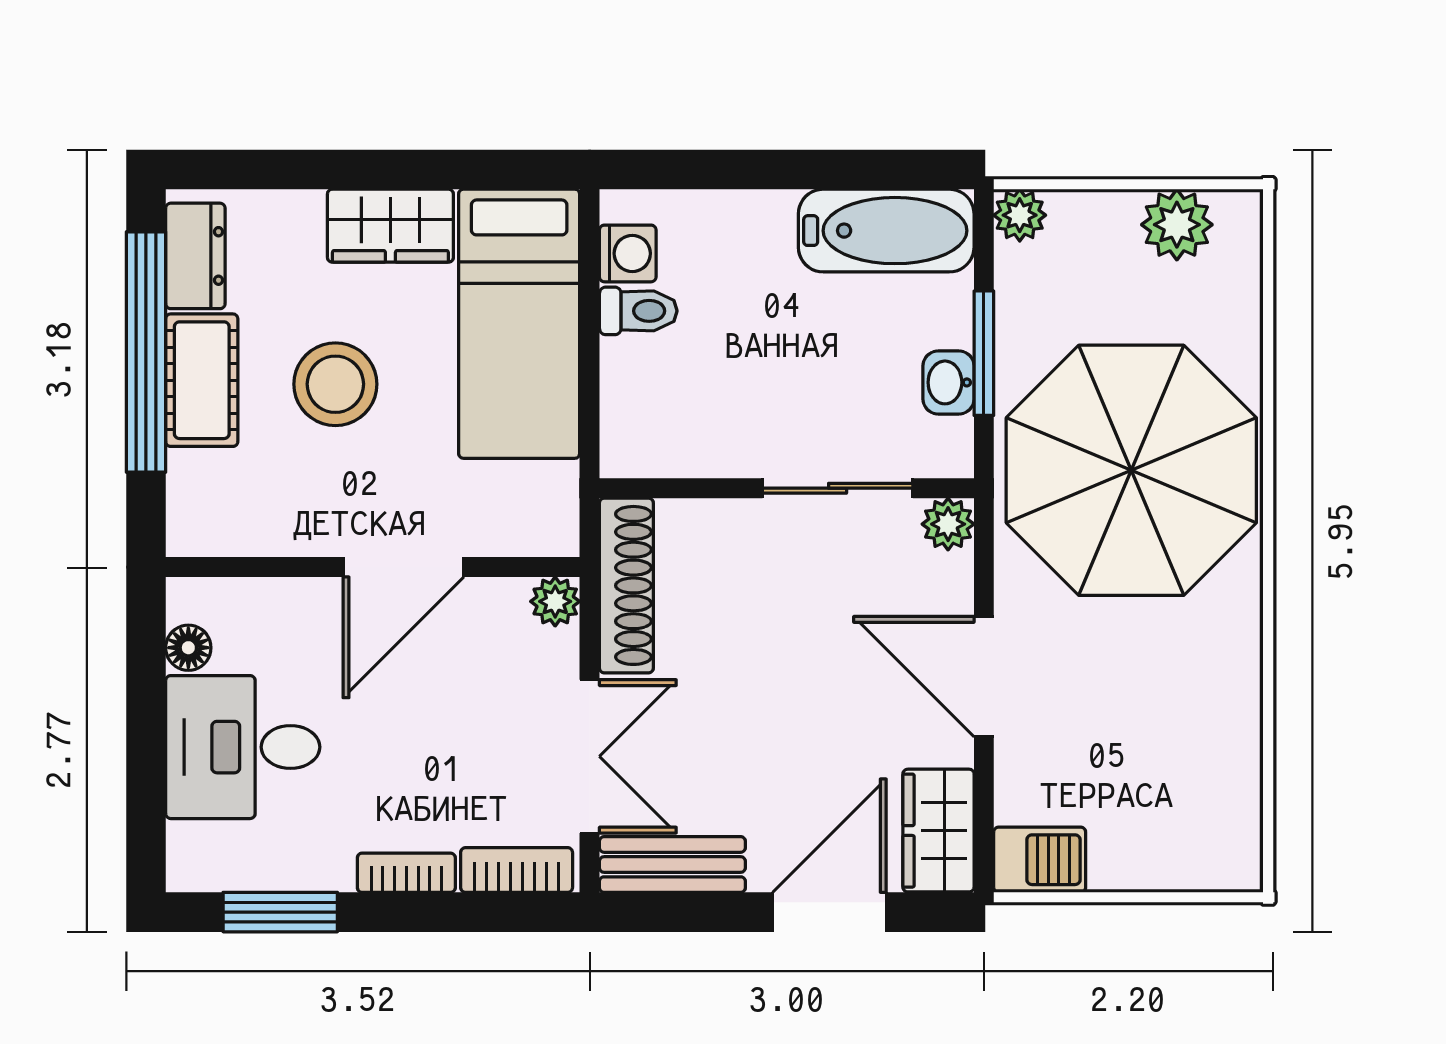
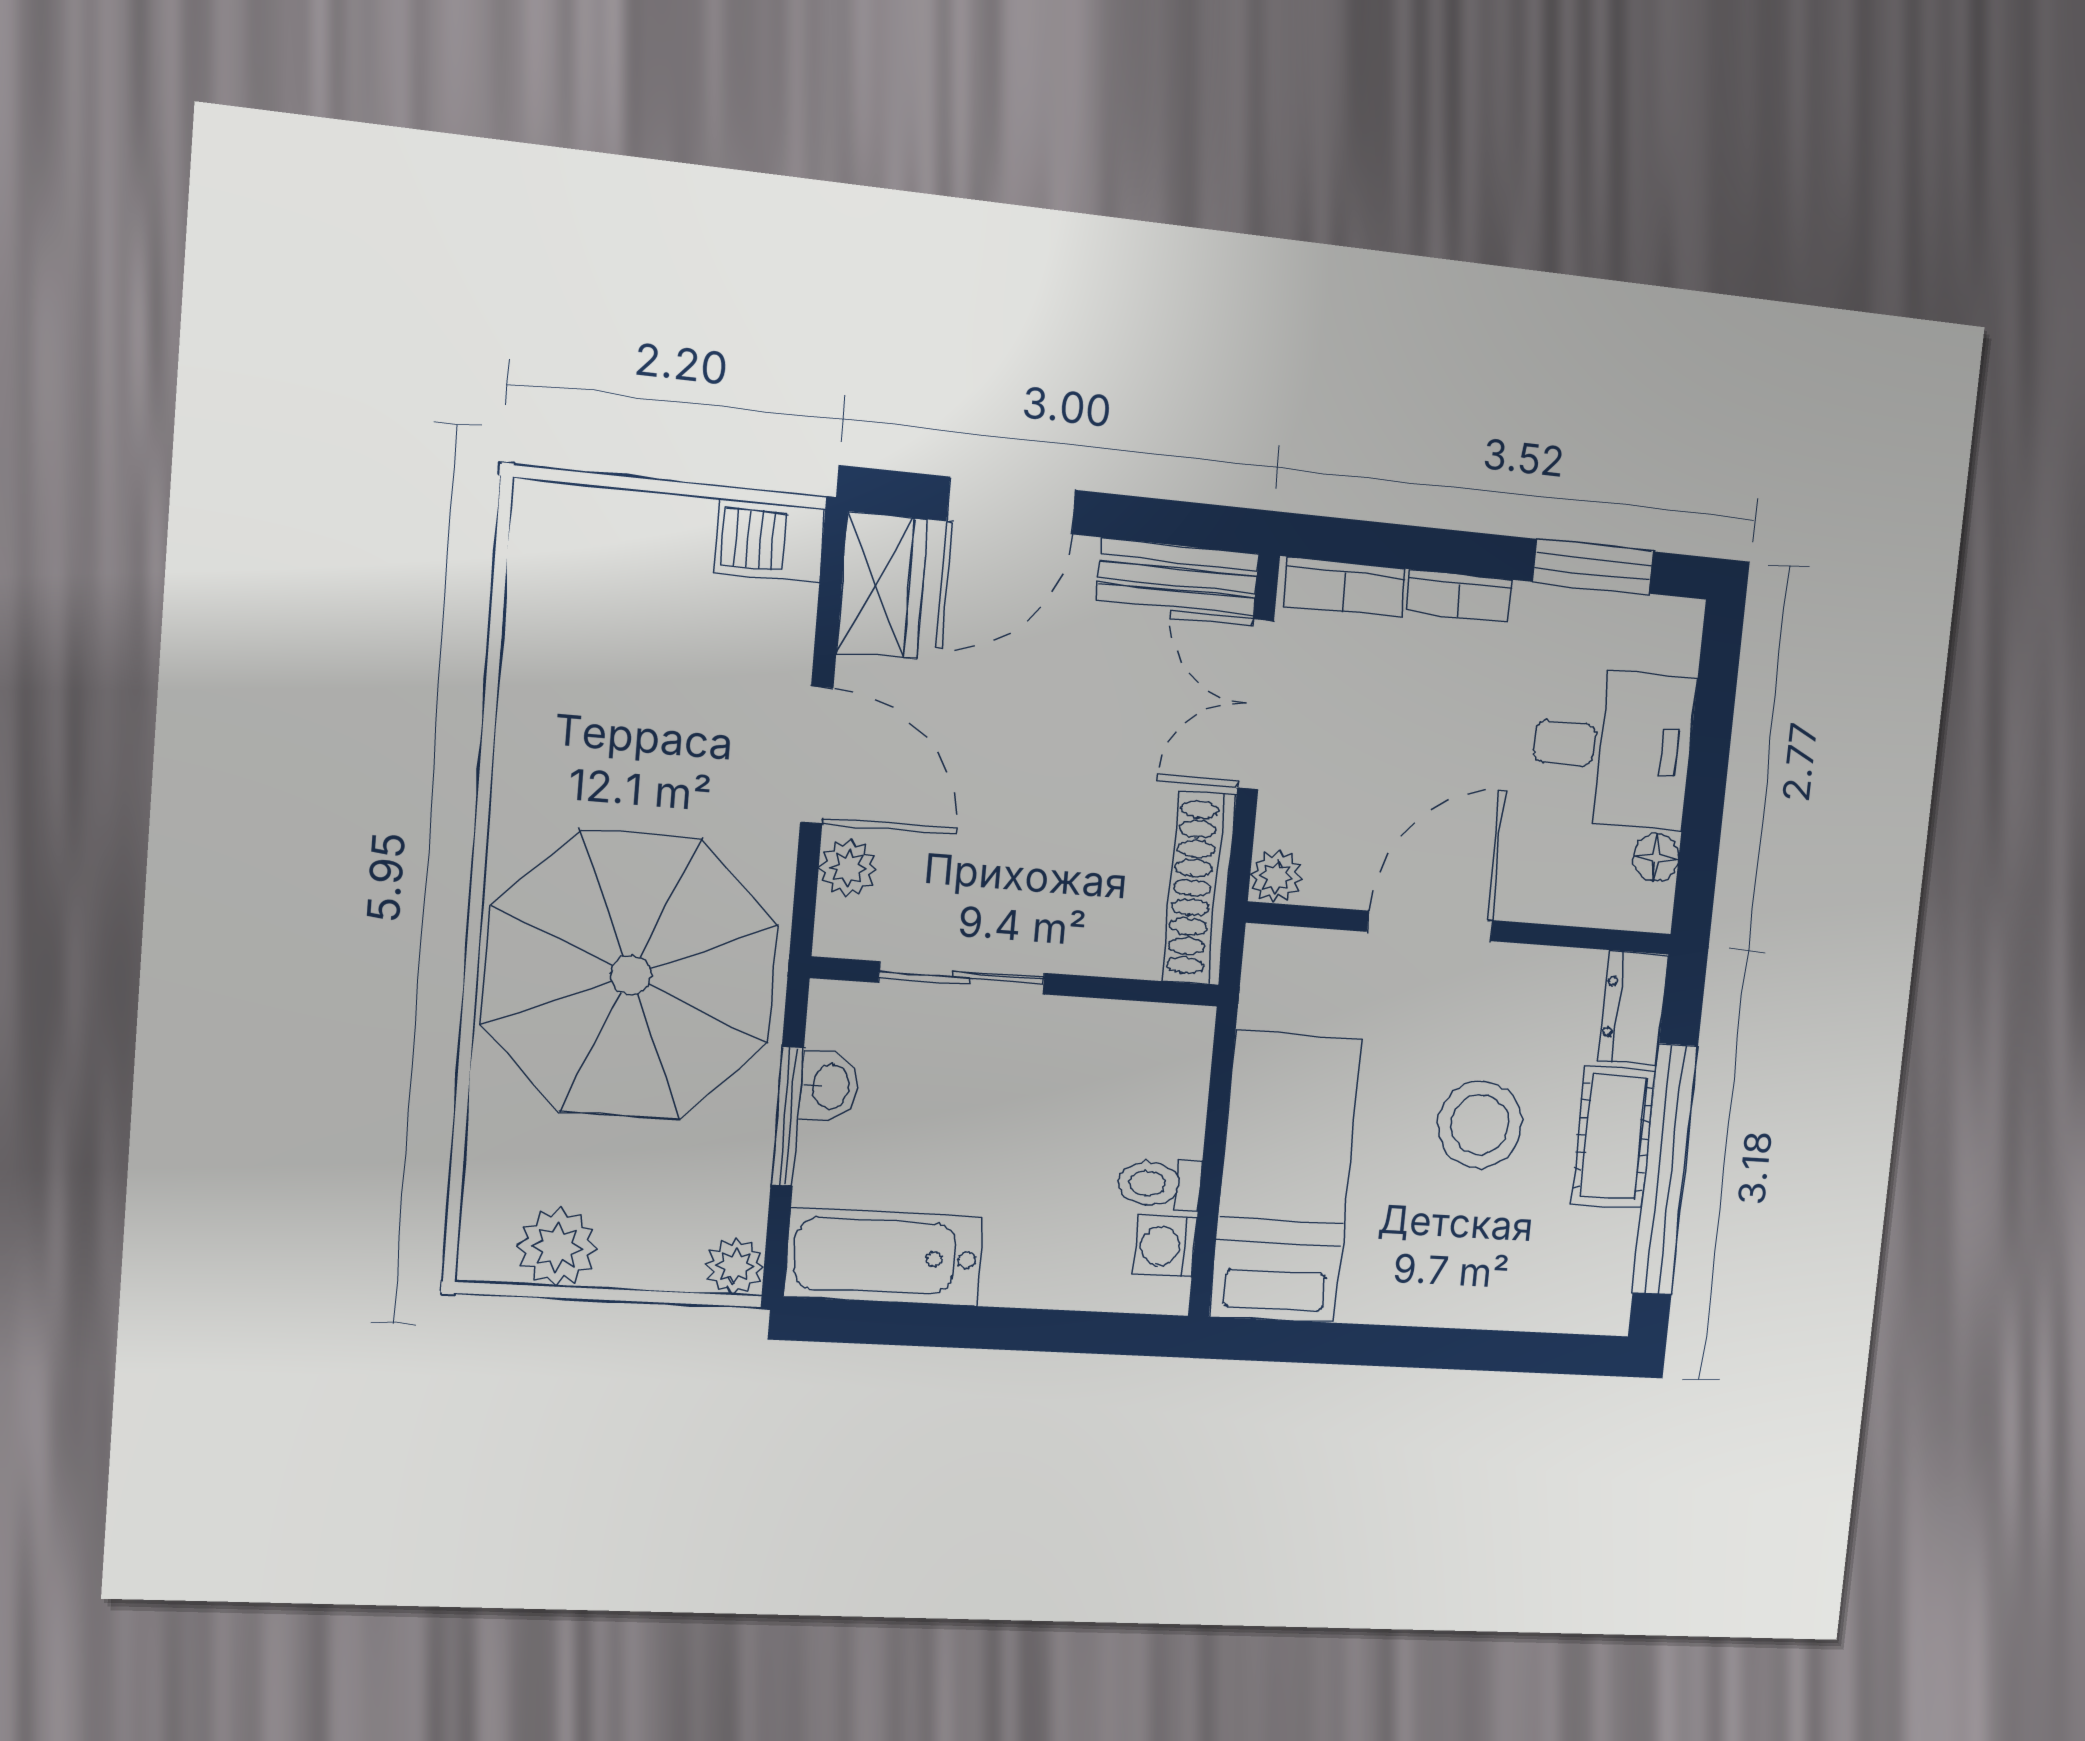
wardrobe: (390, 226) -> (1407, 1288), removed
dresser: (195, 256) -> (1633, 1008), moved
plant: (948, 524) -> (848, 868), moved

